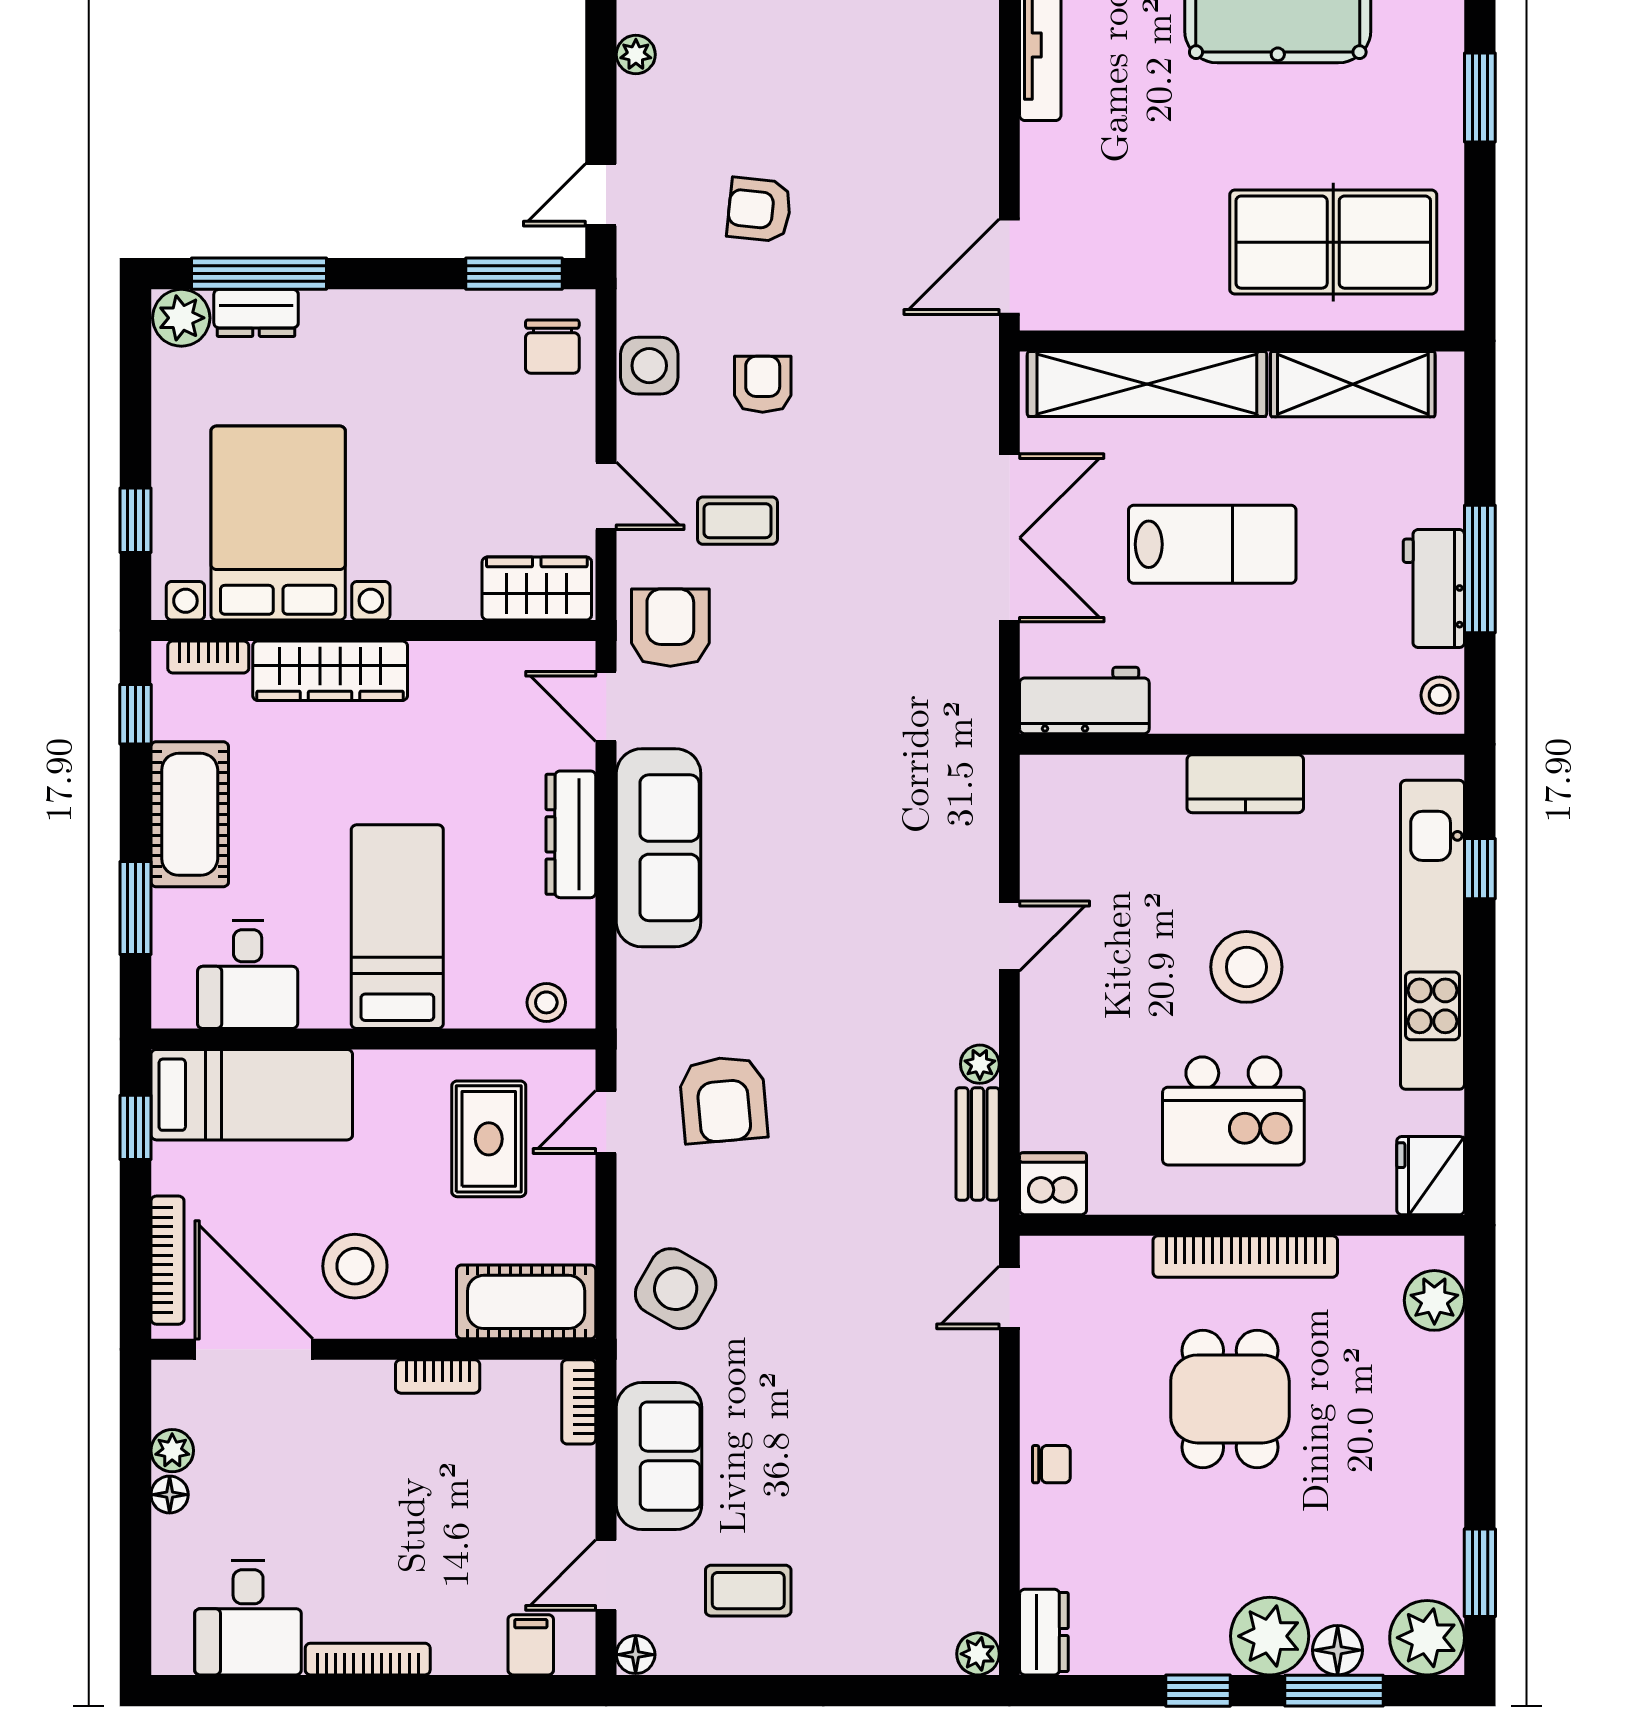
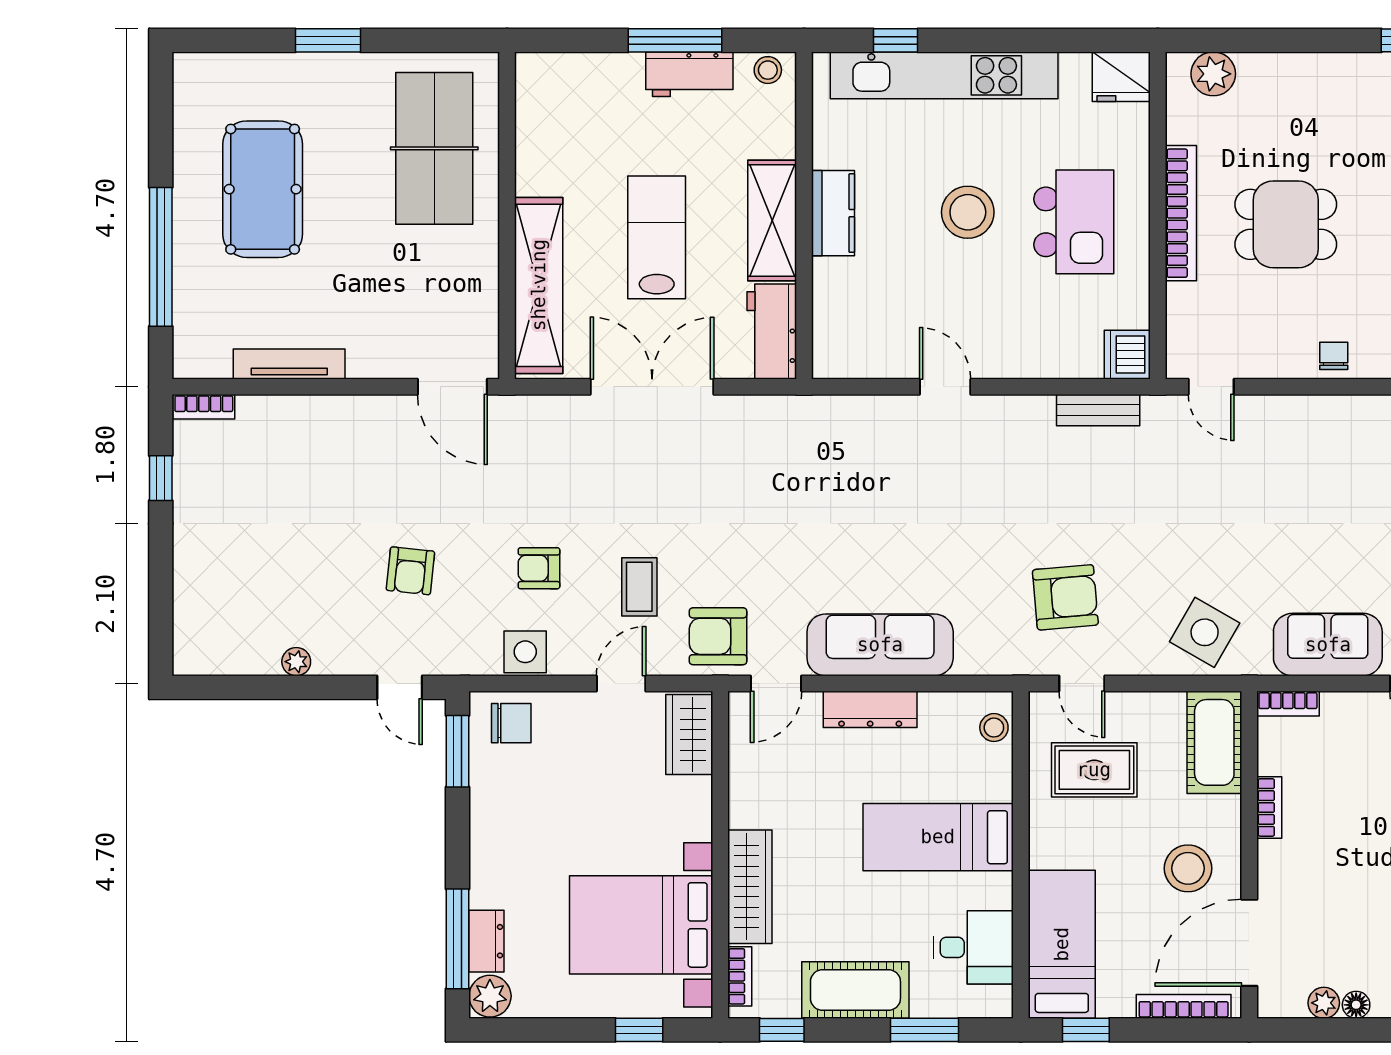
shelving: (1353, 384) -> (772, 220), moved
plant: (980, 1064) -> (1039, 408), removed

